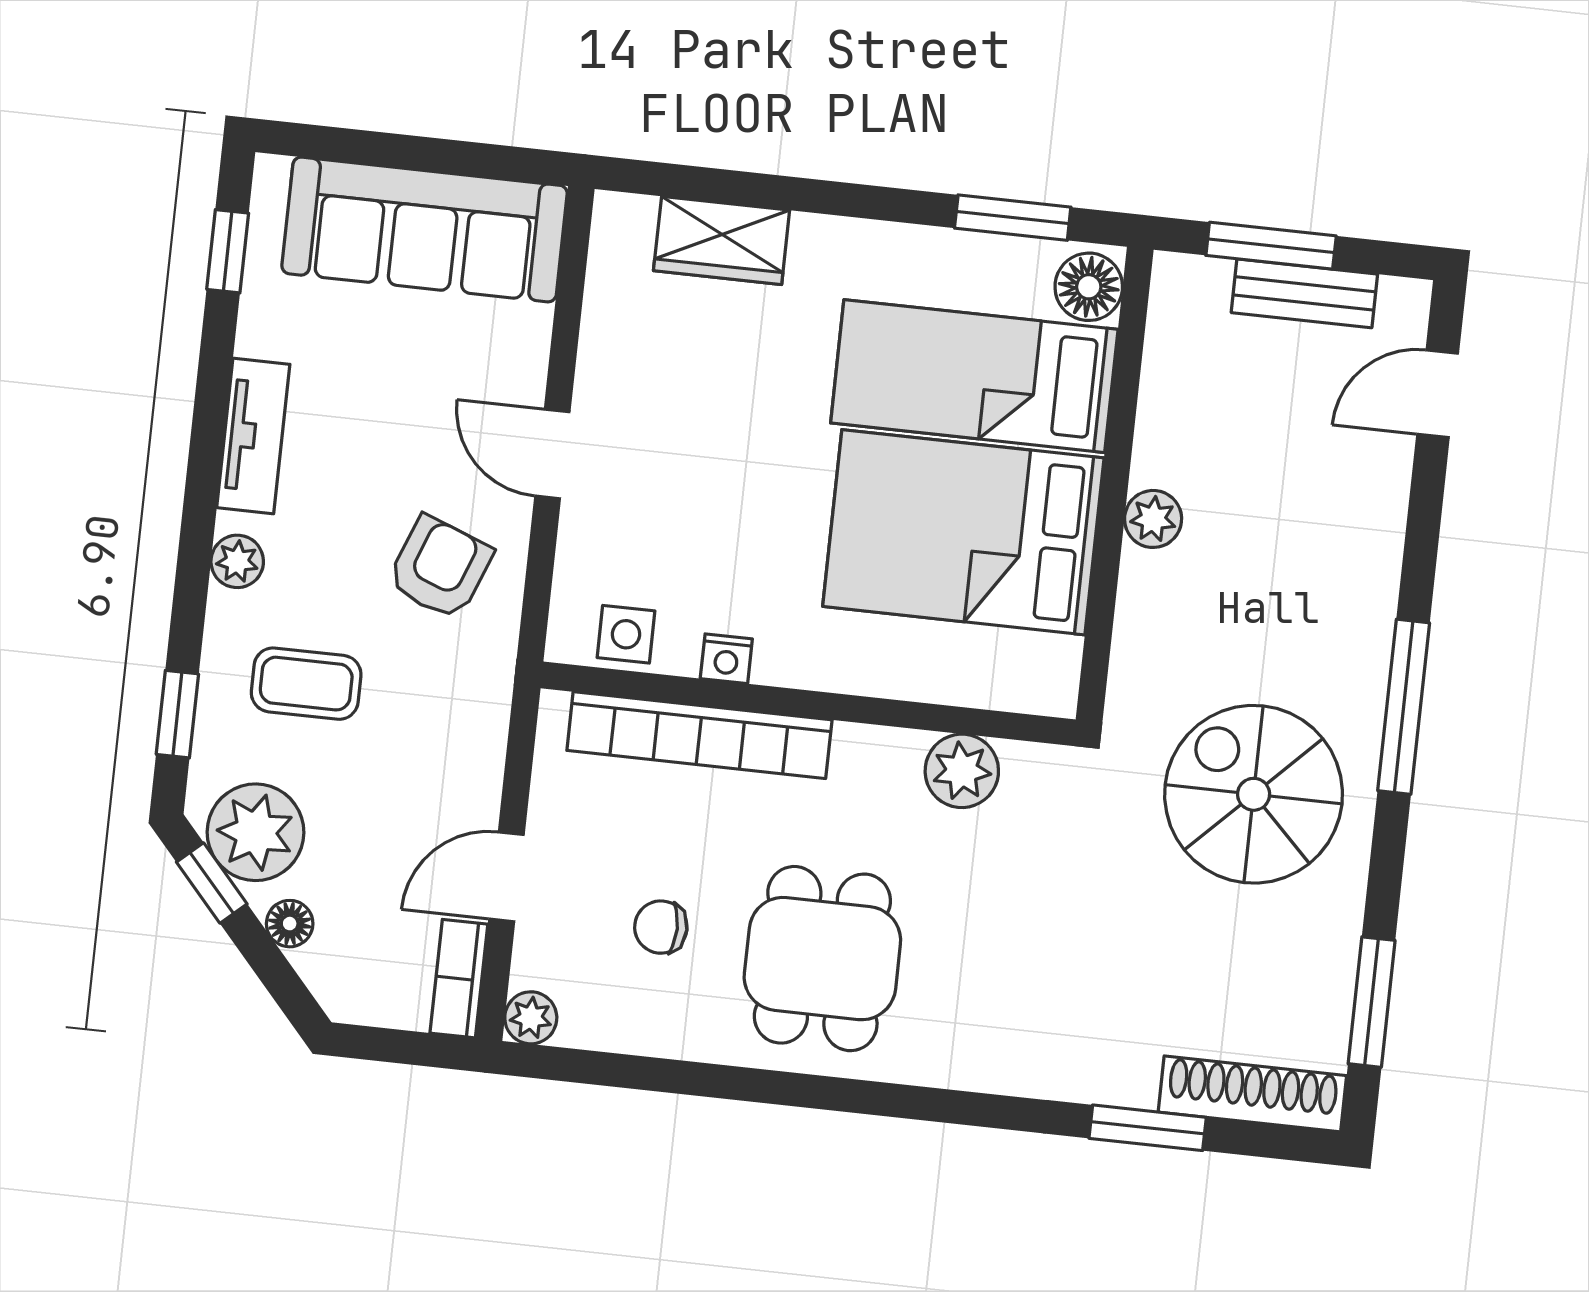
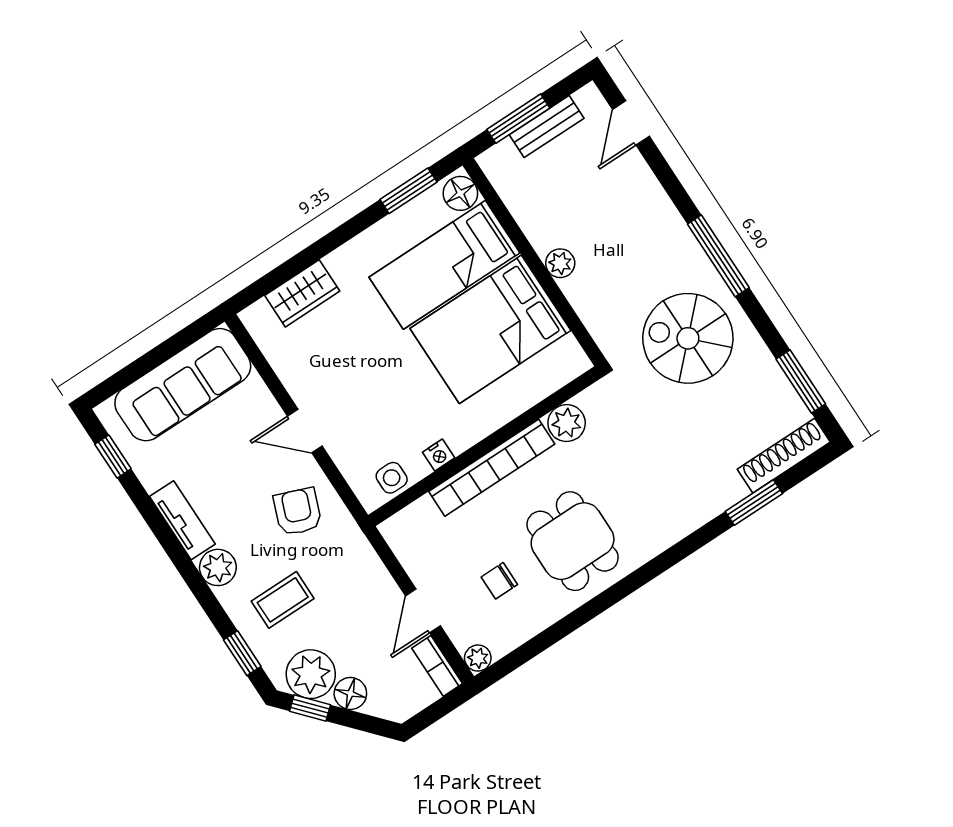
plant: (237, 561) -> (218, 567), width x1.38, depth x1.38
bookcase: (699, 735) -> (492, 468), moved
floor lamp: (290, 924) -> (350, 693), width x1.37, depth x1.37

